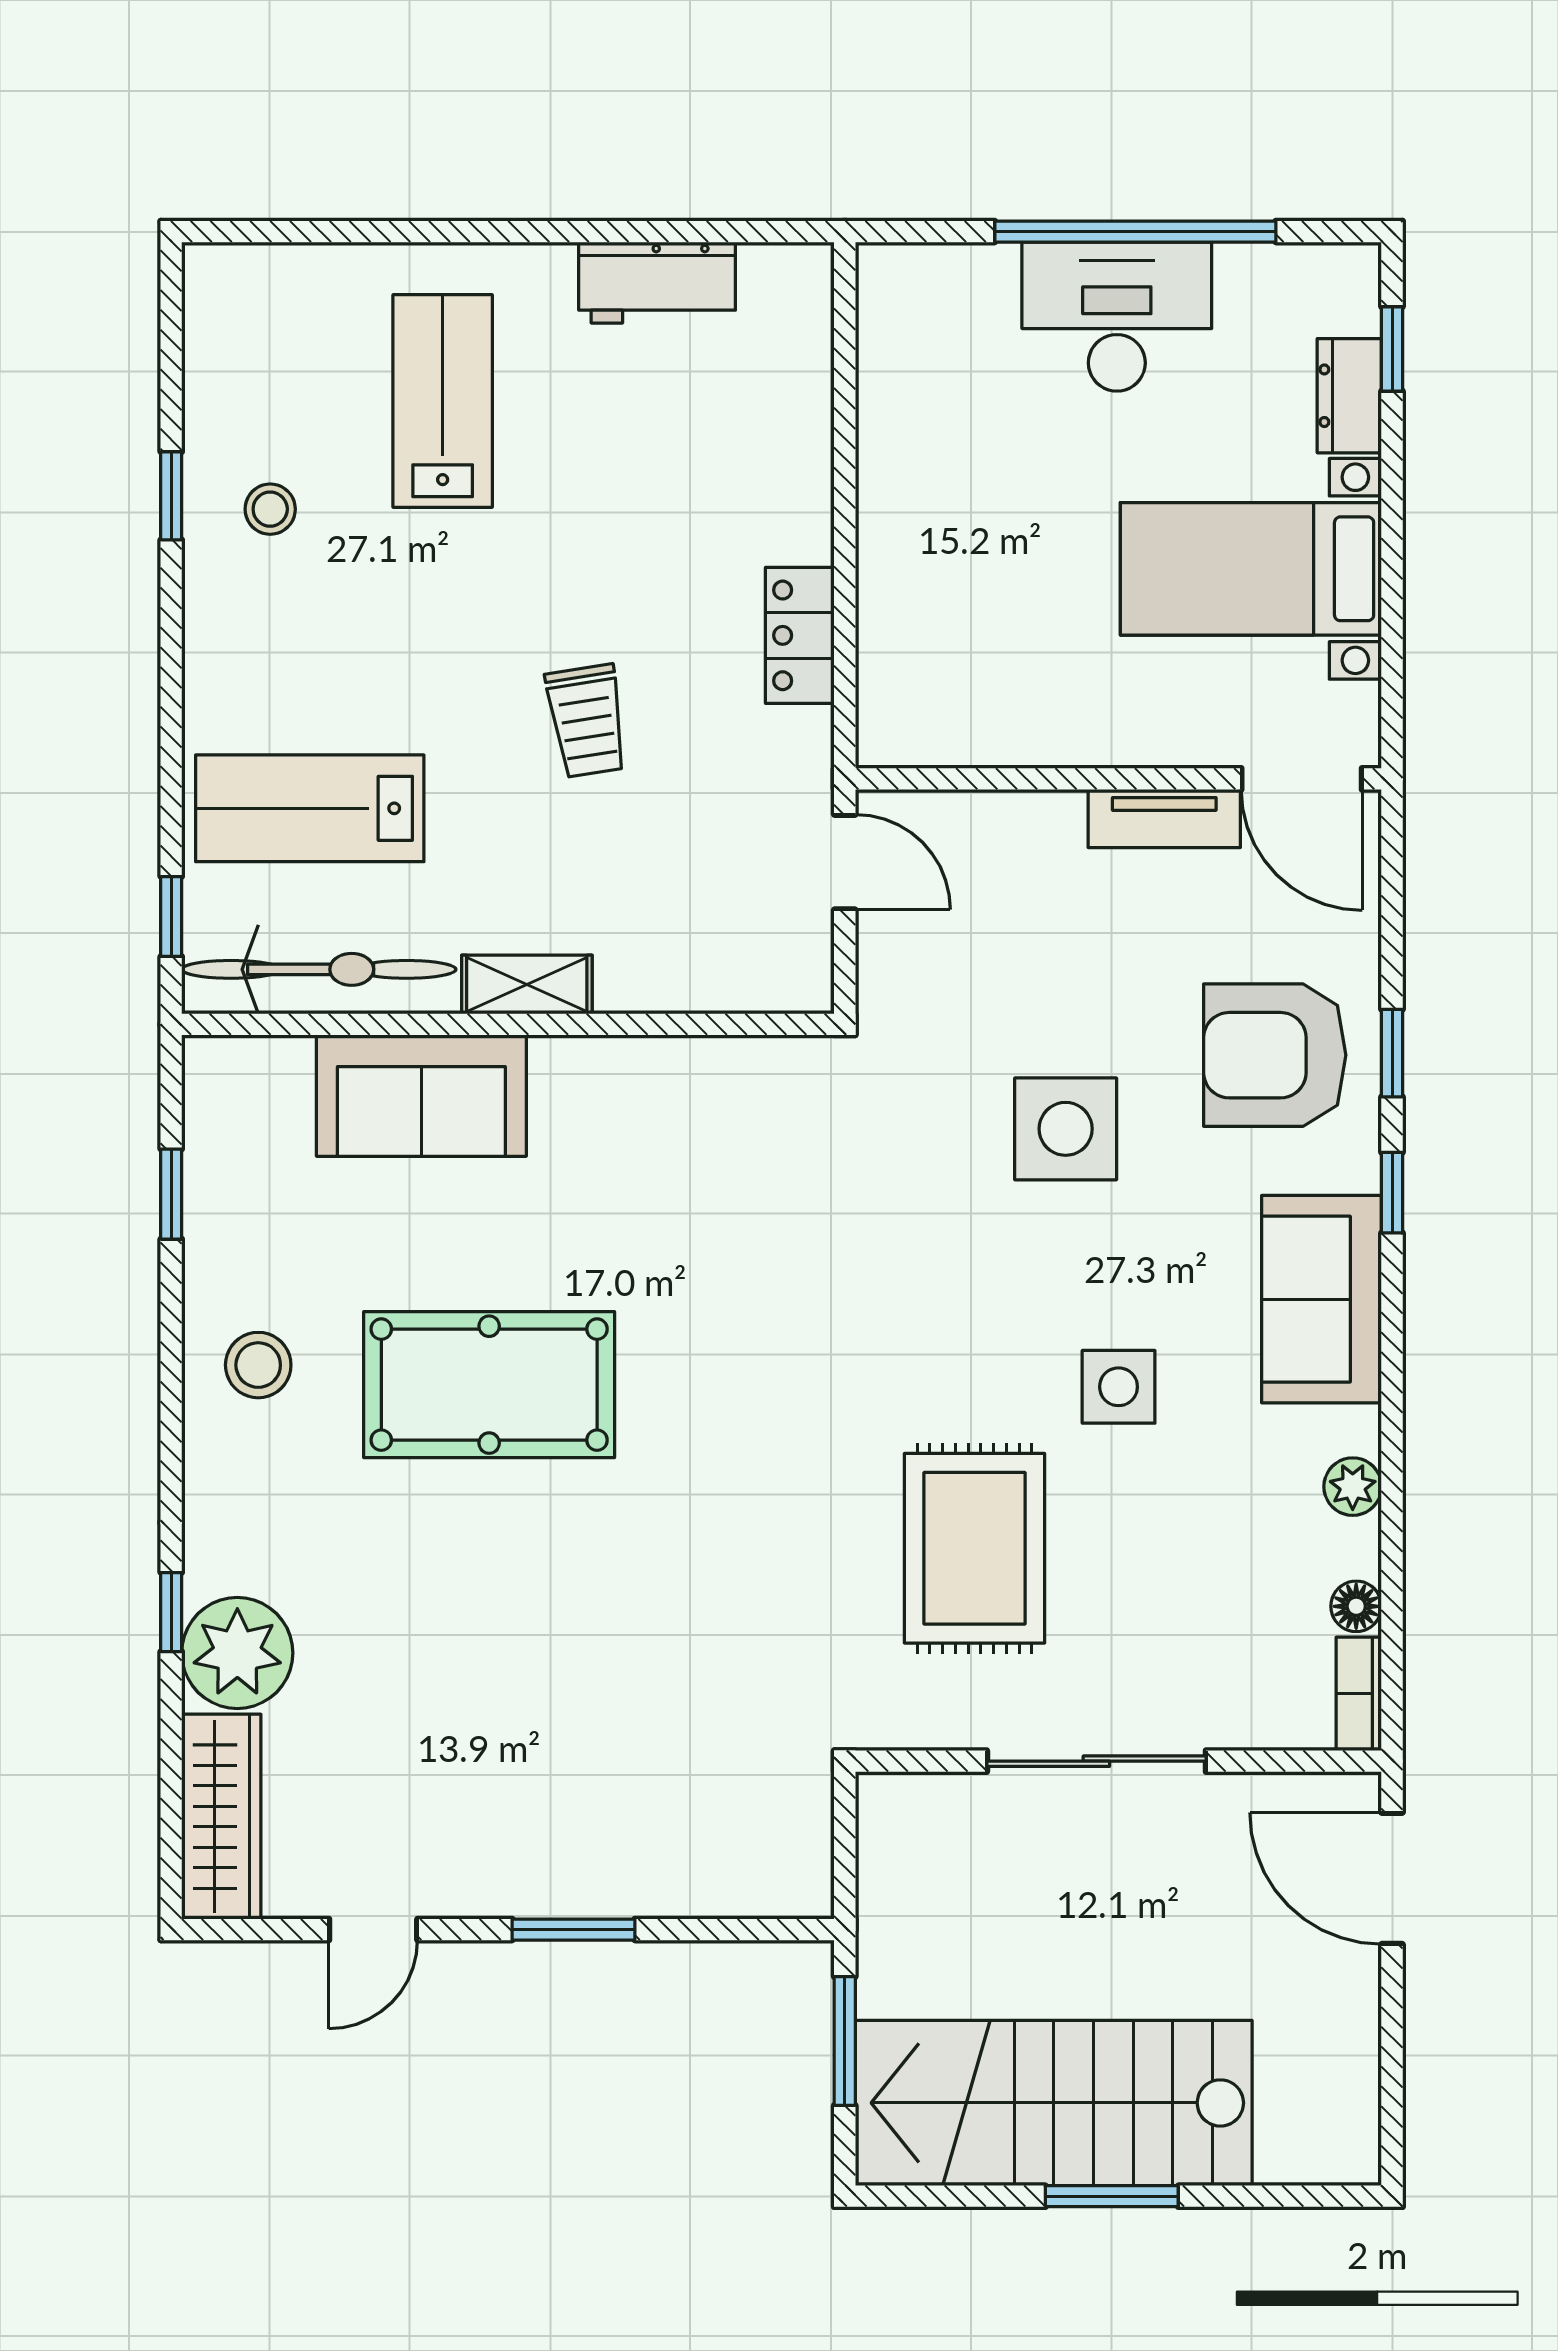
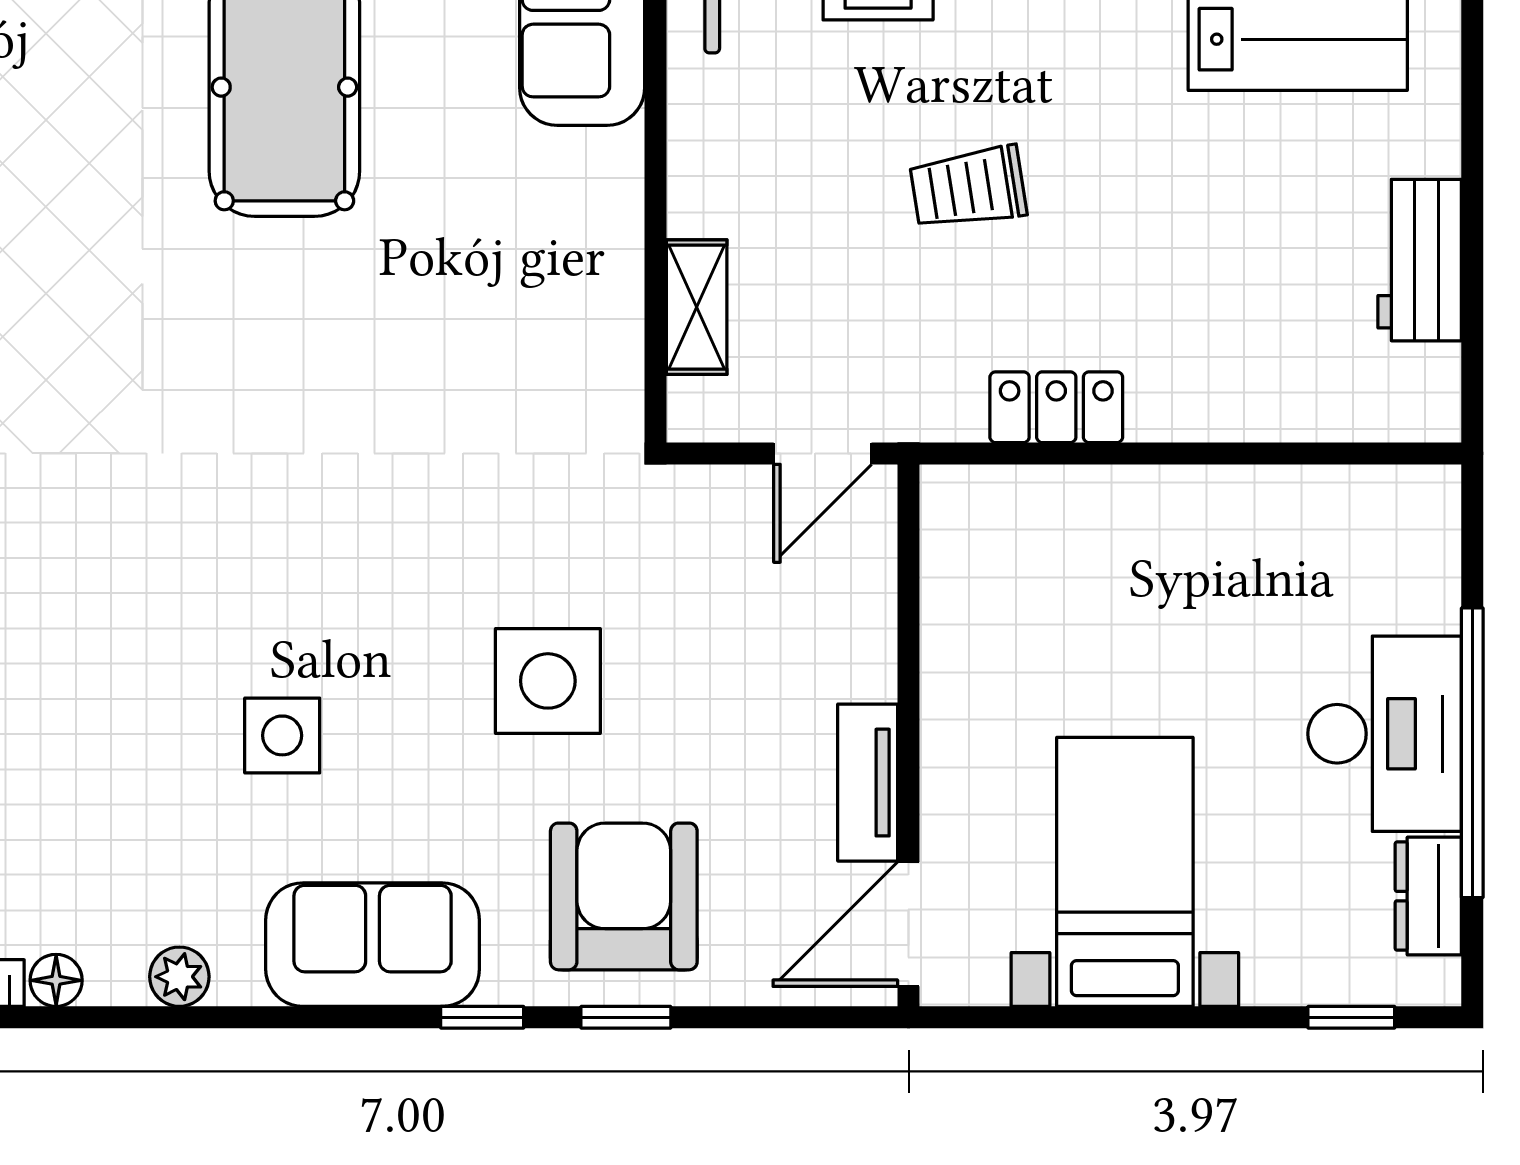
dresser: (1349, 396) -> (1428, 896), moved, turned -90
shelving: (527, 985) -> (697, 307), moved
rug: (975, 1548) -> (116, 587), removed

